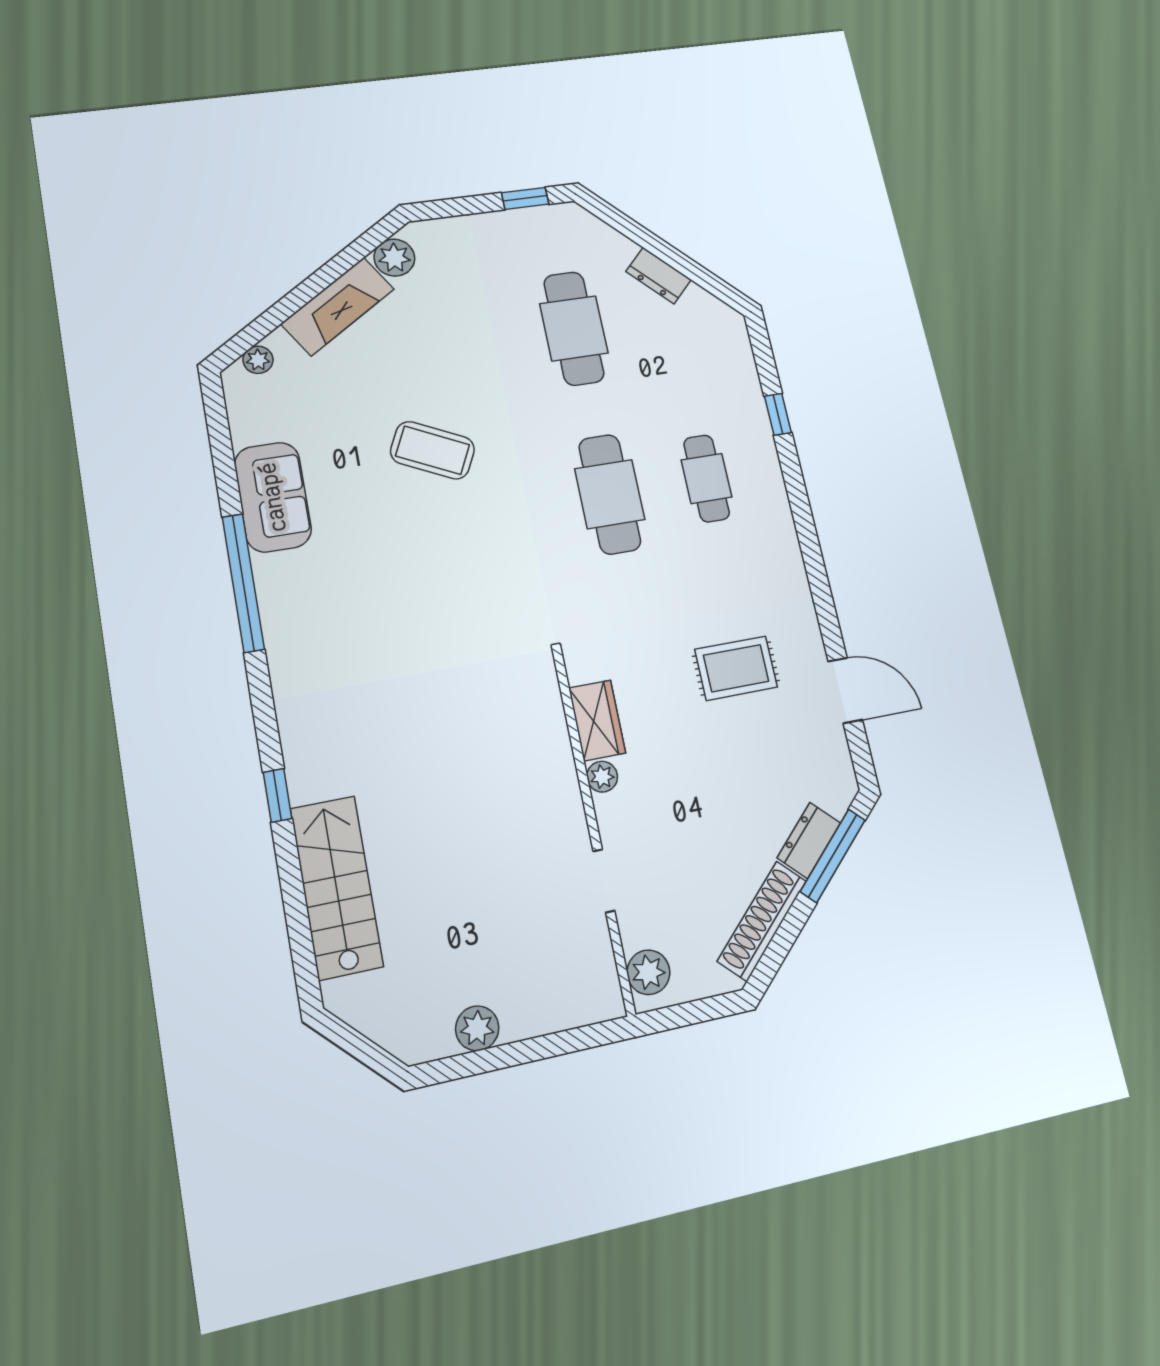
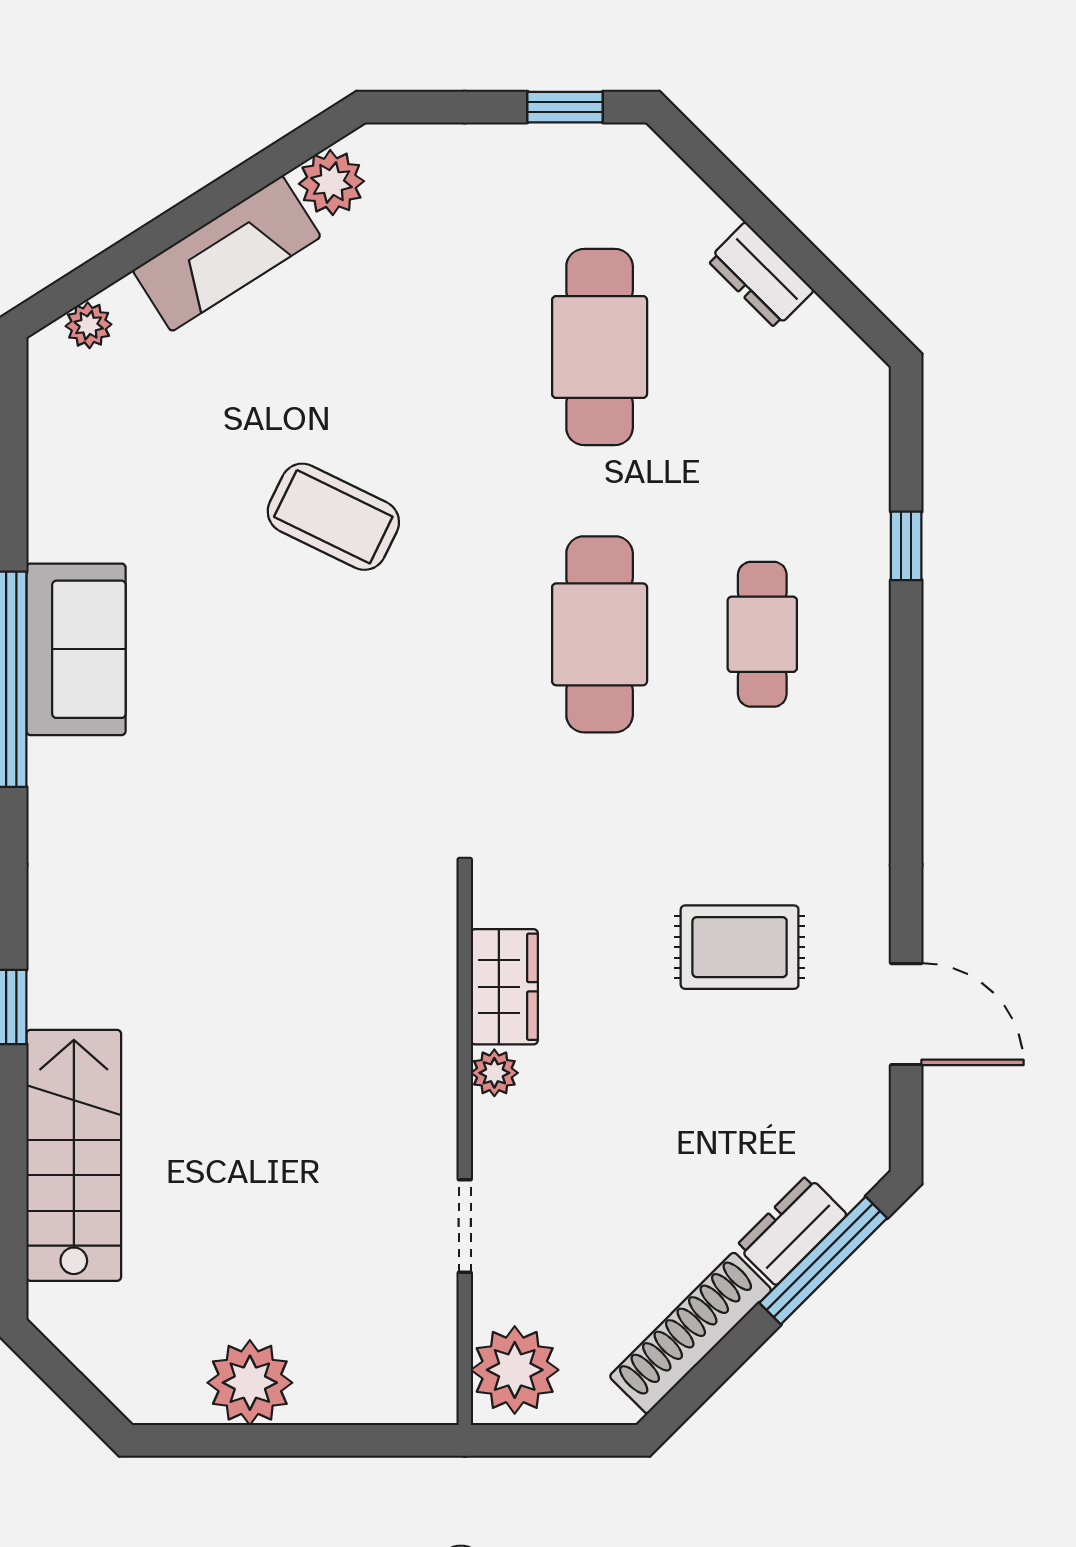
sofa: (273, 497) -> (76, 649), moved
plant: (648, 972) -> (515, 1370), width x1.36, depth x1.36
plant: (477, 1028) -> (250, 1383), width x1.36, depth x1.36

